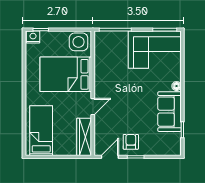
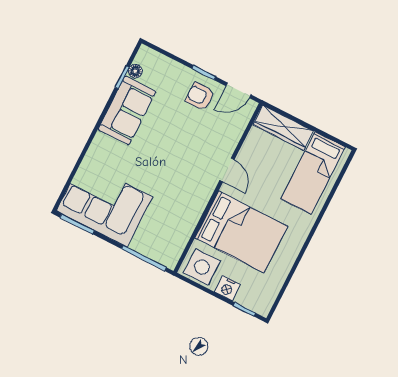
nightstand: (33, 37) -> (227, 288), moved
floor lamp: (177, 86) -> (135, 71), moved
door: (93, 107) -> (227, 170), swing flipped
wardrobe: (84, 137) -> (283, 128), moved, turned 90
armchair: (131, 142) -> (200, 96), turned 90

